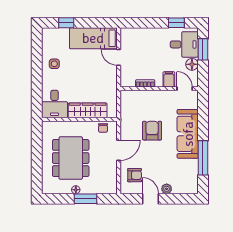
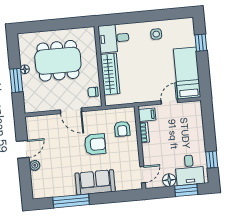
filing cabinet: (169, 79) -> (147, 115), moved
sofa: (188, 134) -> (95, 182), width x0.73
armchair: (135, 175) -> (122, 129), moved

